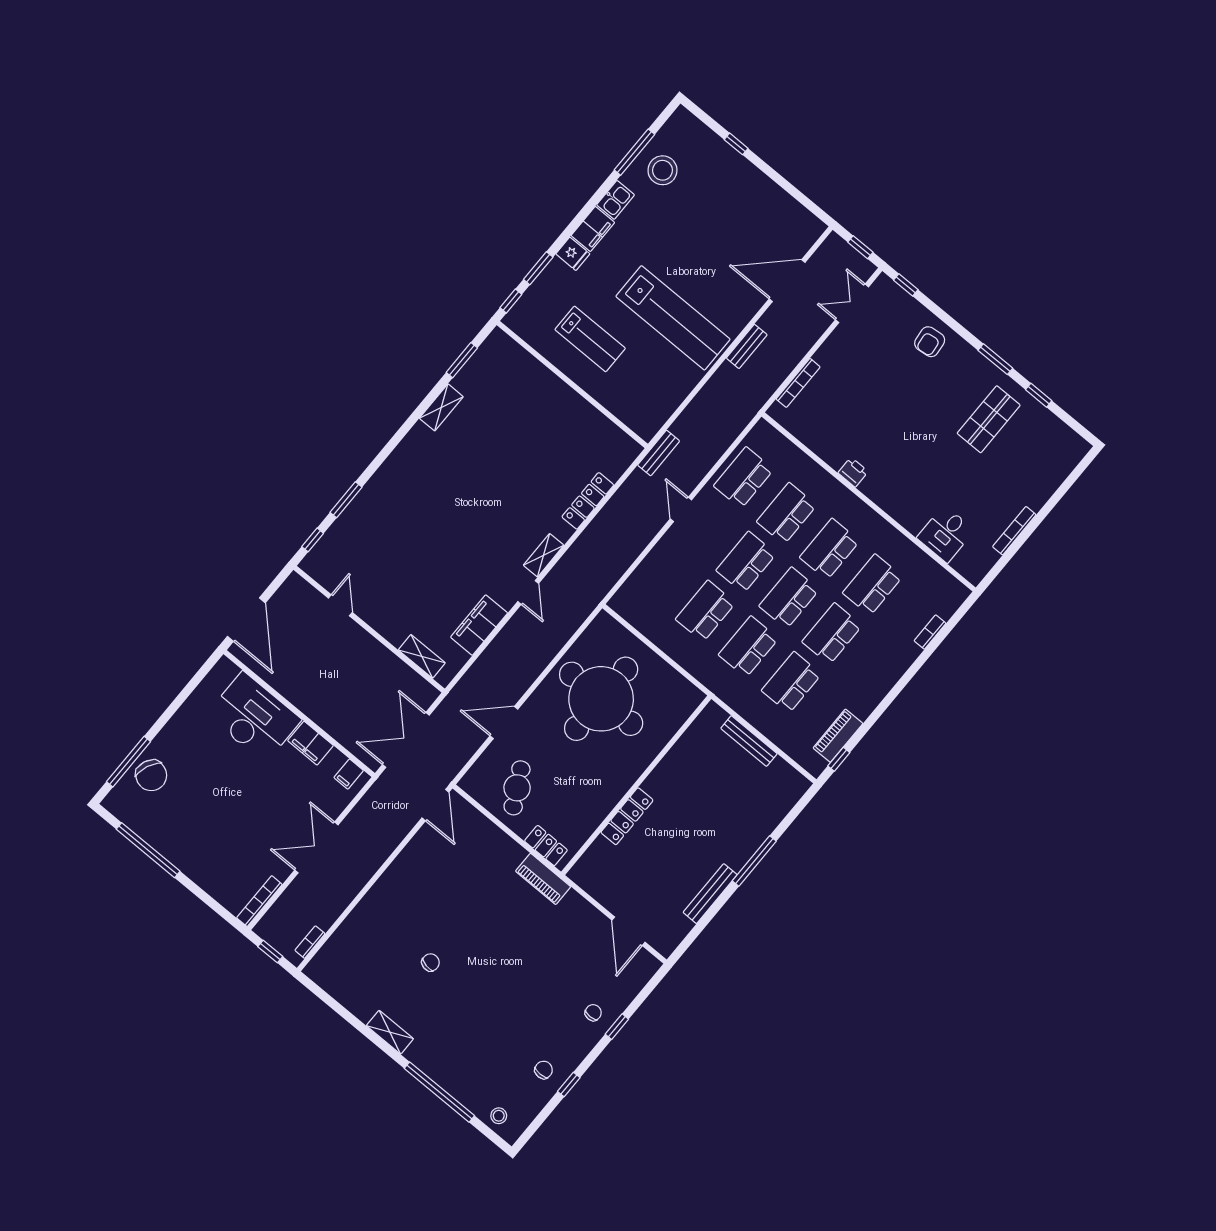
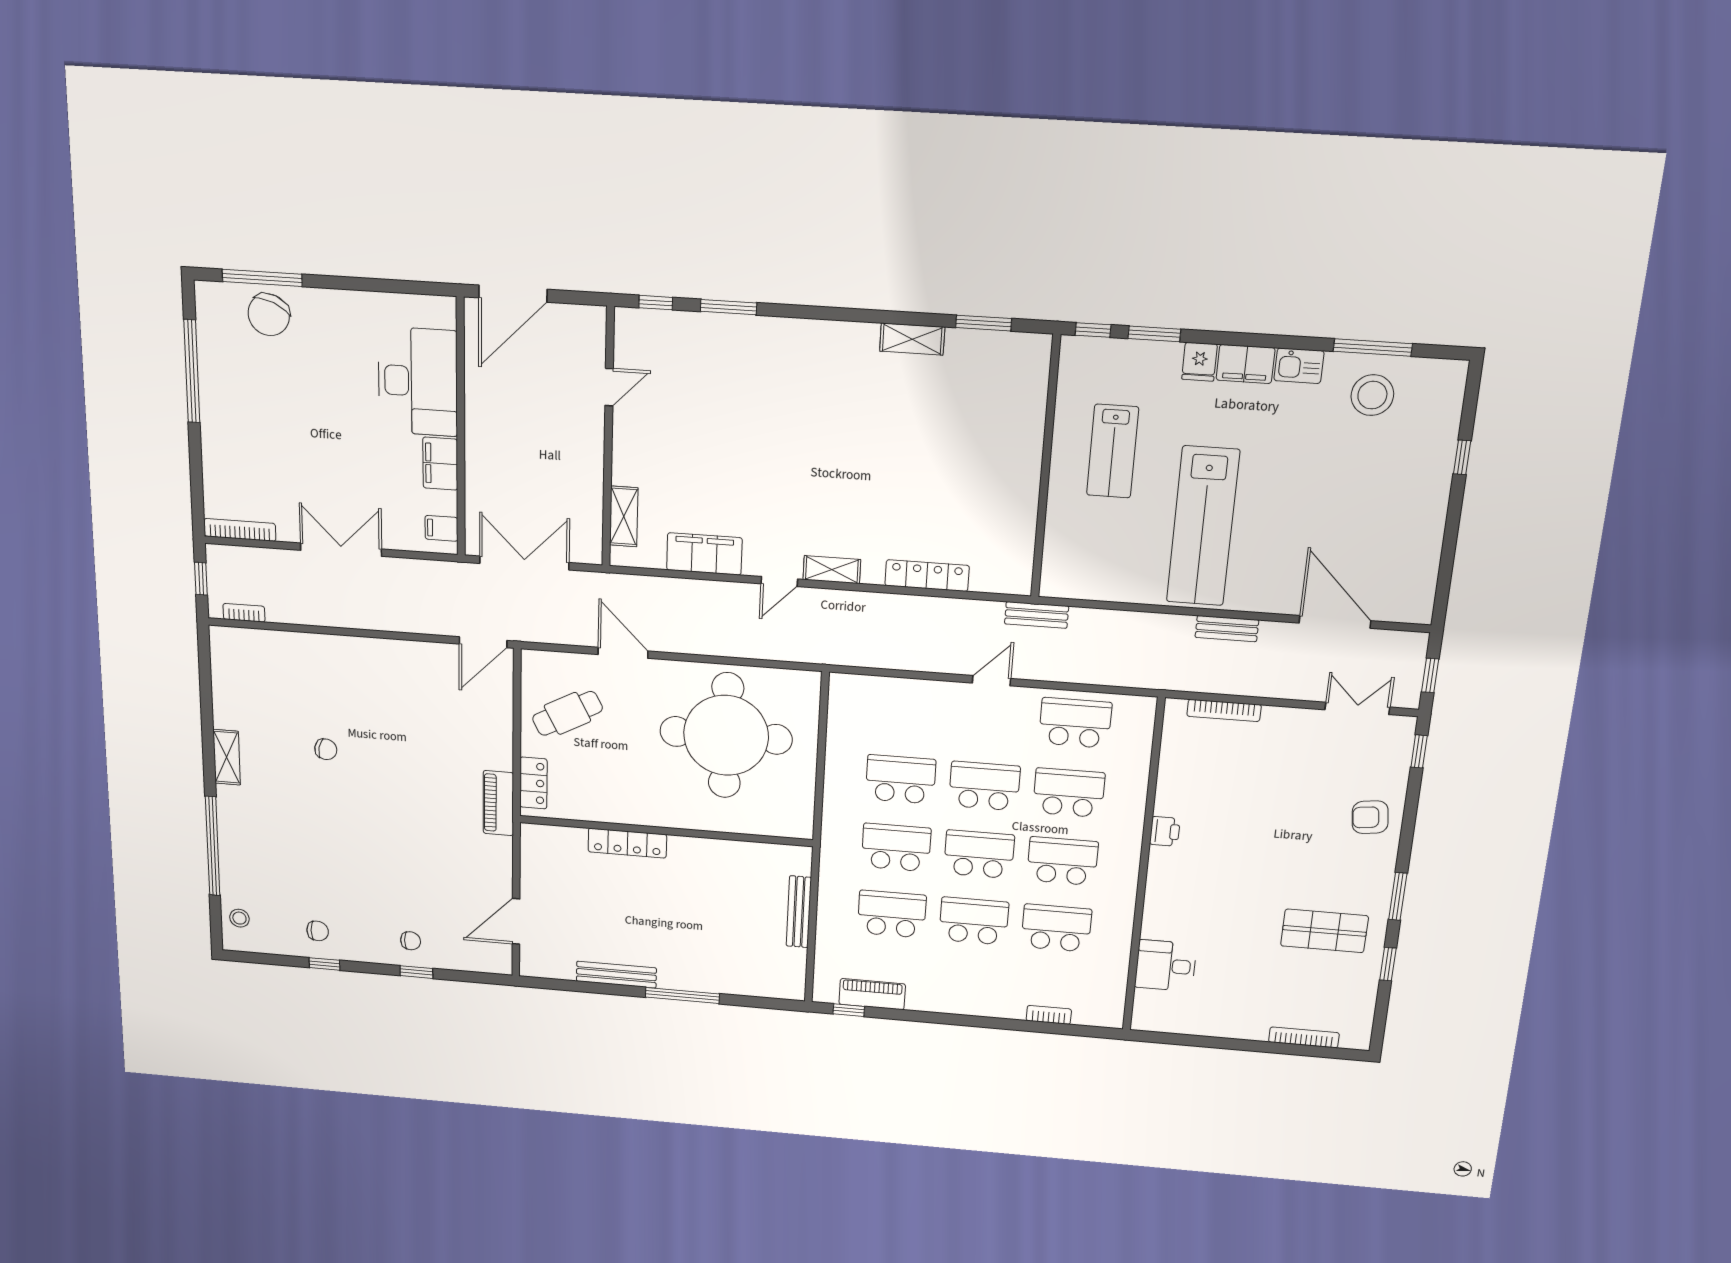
bookcase: (1014, 531) -> (1304, 1037), moved

